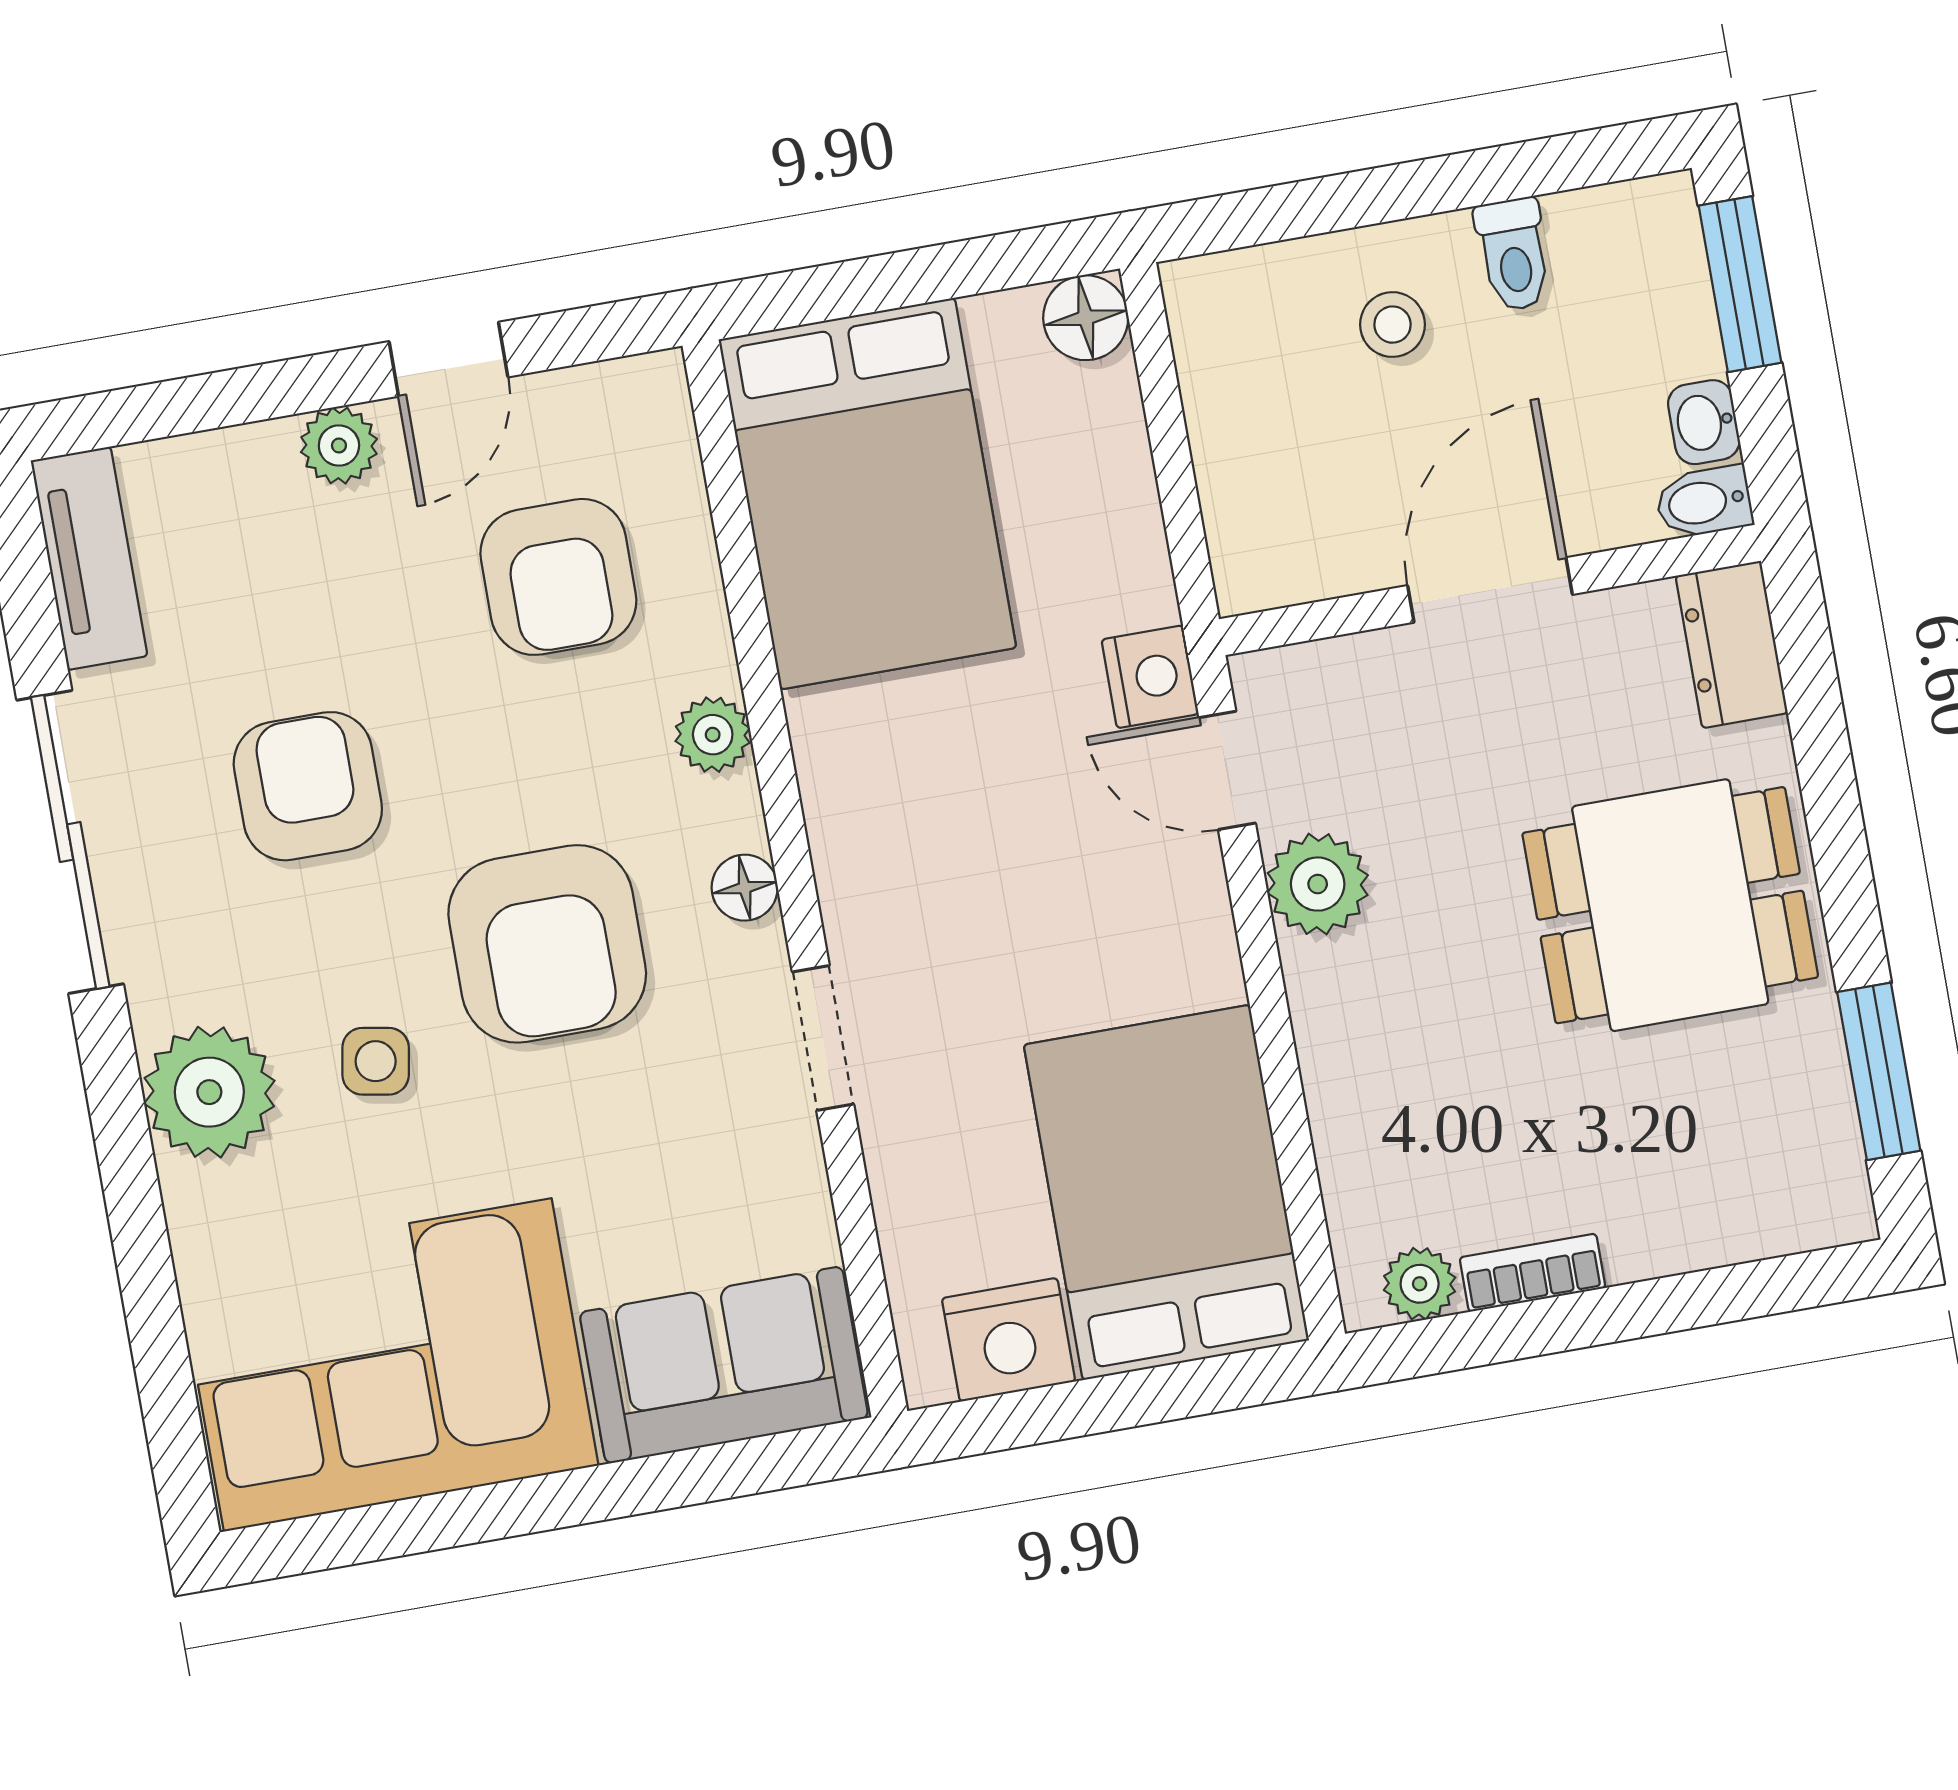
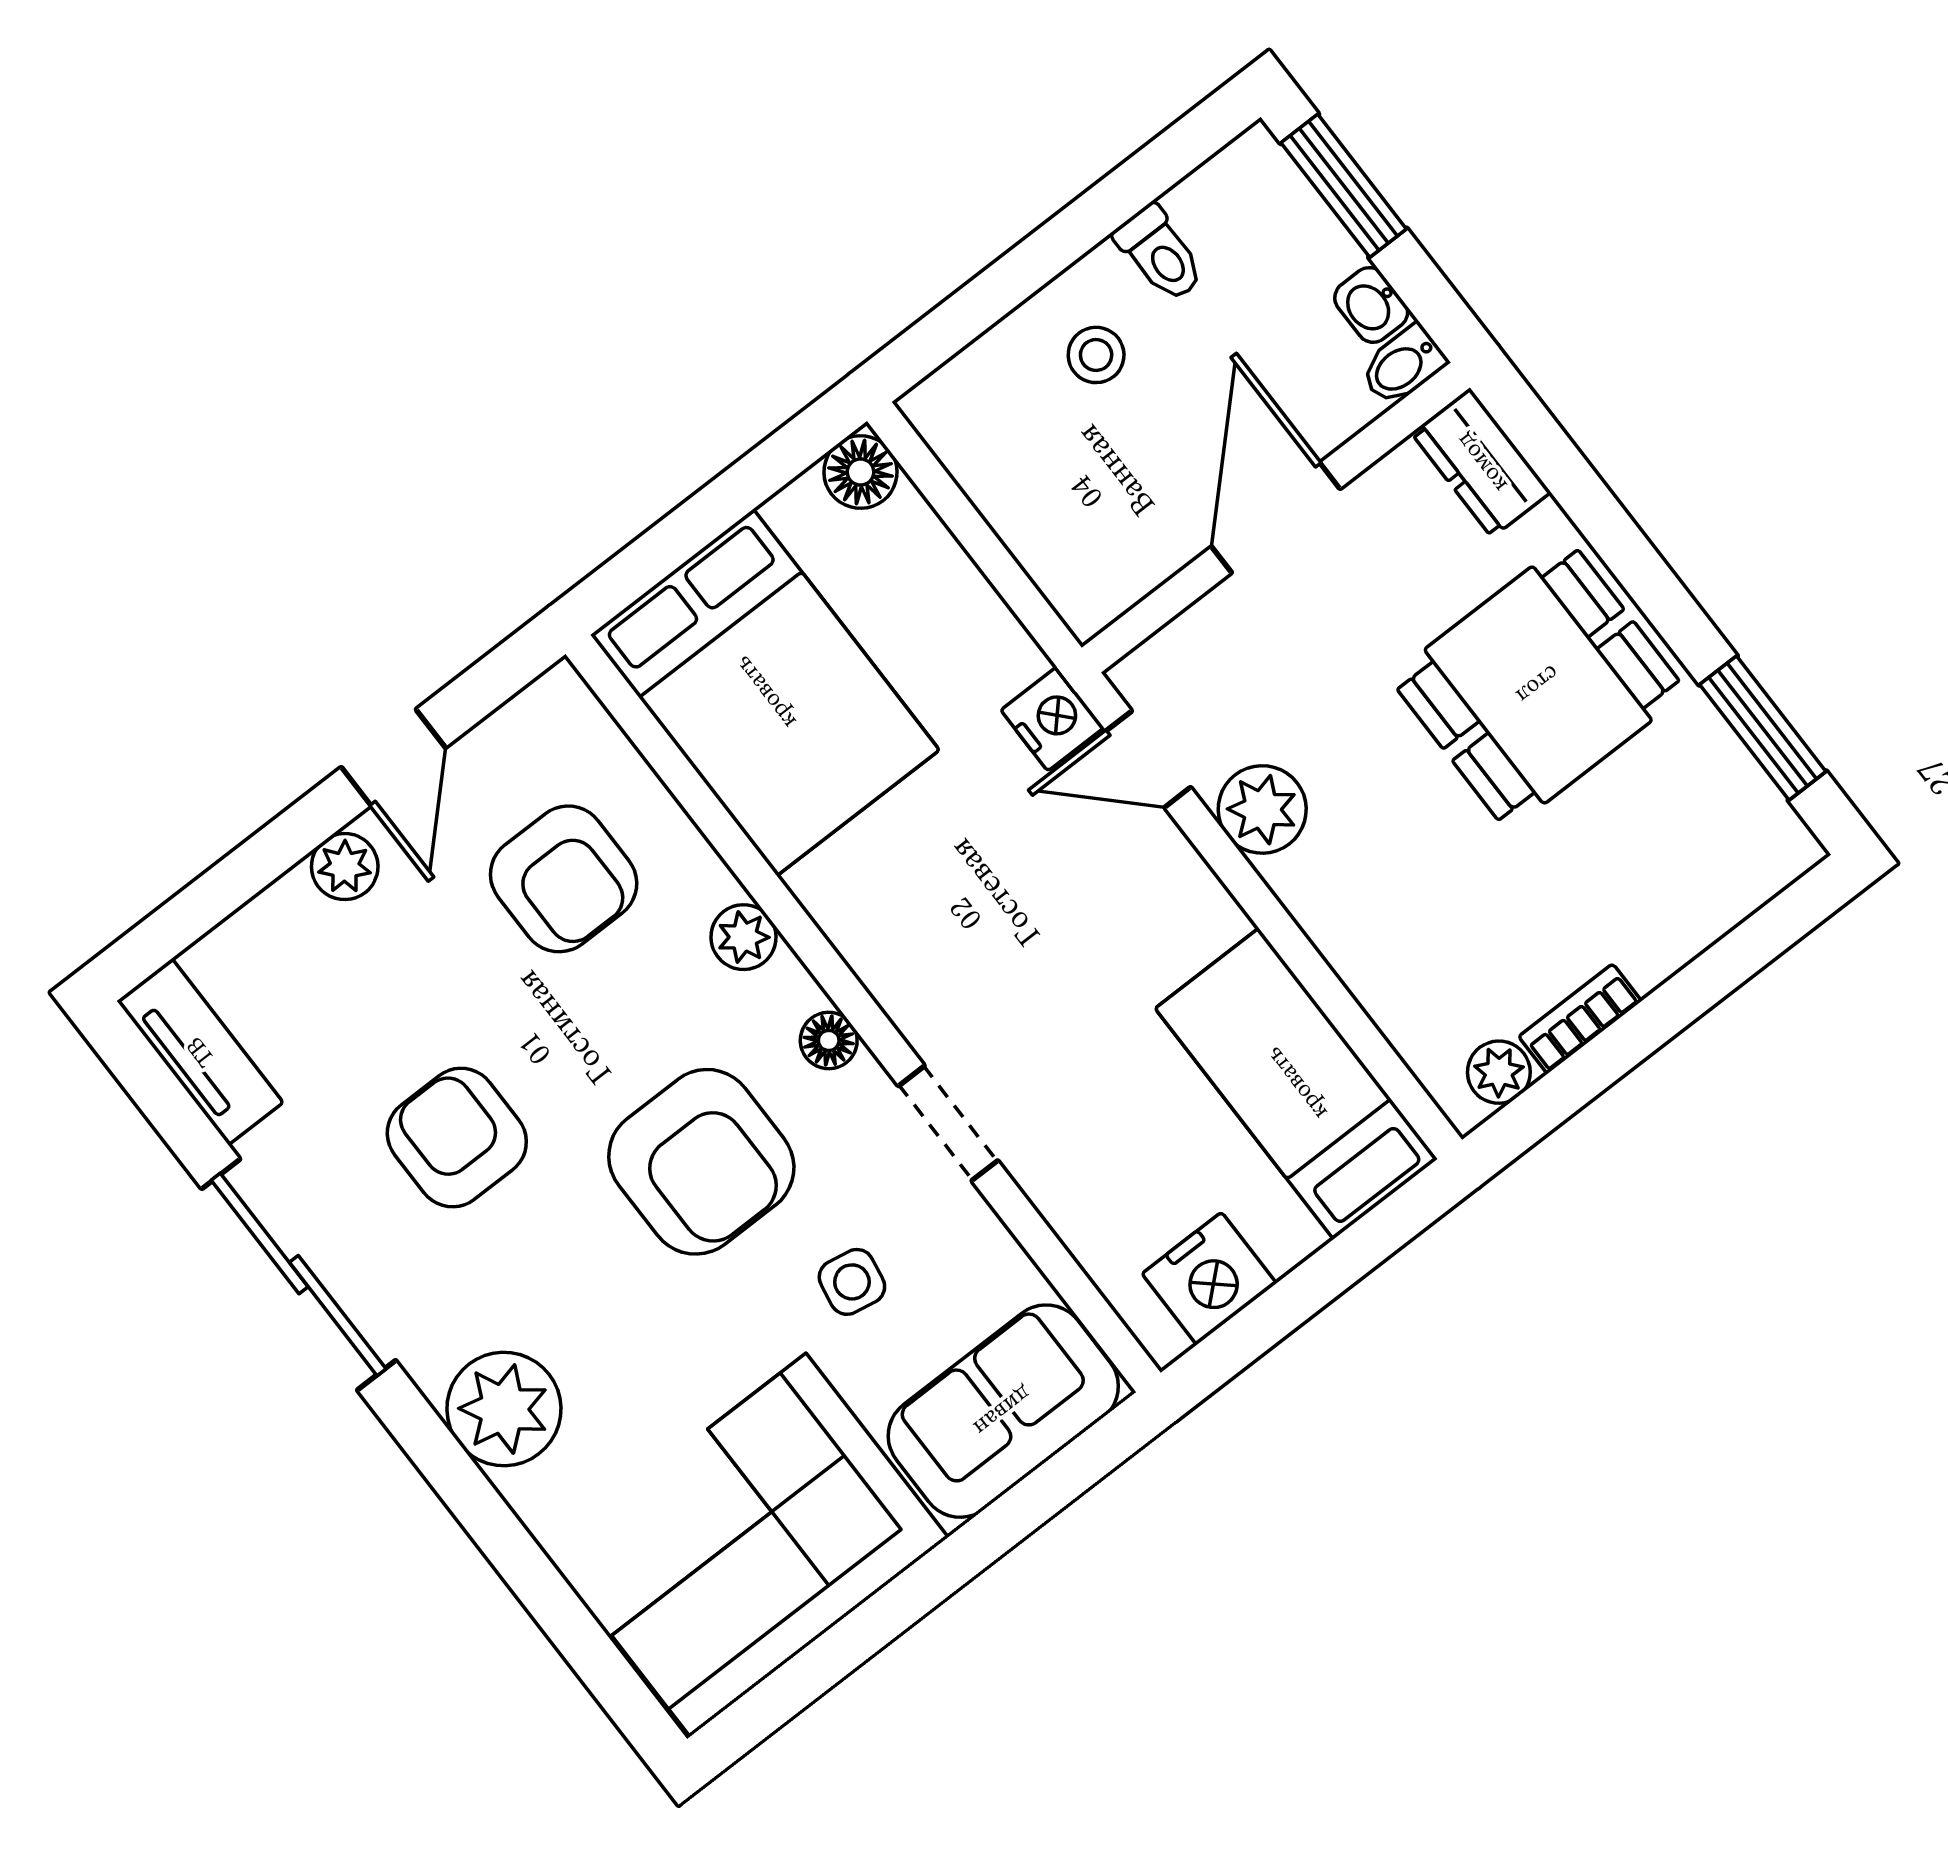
side table: (376, 1061) -> (852, 1282), moved
bed: (1166, 1192) -> (1296, 1084), width x0.67

